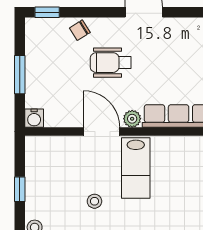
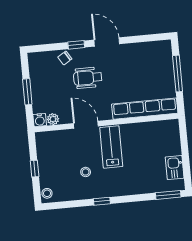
window: (47, 12) -> (76, 45), moved
plant: (132, 119) -> (53, 119), moved
lab bench: (136, 168) -> (111, 147), turned 180

